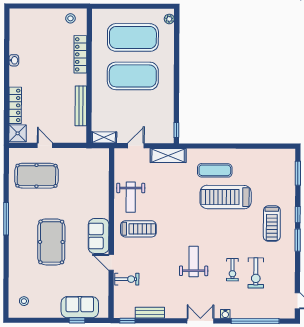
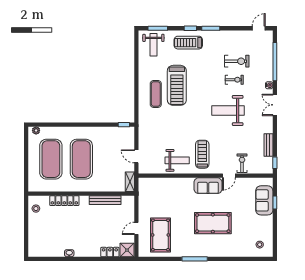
locker: (15, 105) -> (110, 252), width x0.66
shelving: (168, 155) -> (144, 131), removed
weight bench: (277, 168) -> (153, 45), added
treadmill: (272, 224) -> (188, 43), moved, turned 180
weight bench: (194, 262) -> (228, 110), width x1.36, depth x1.33

